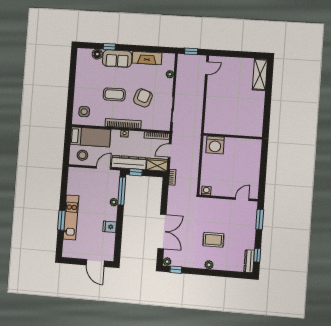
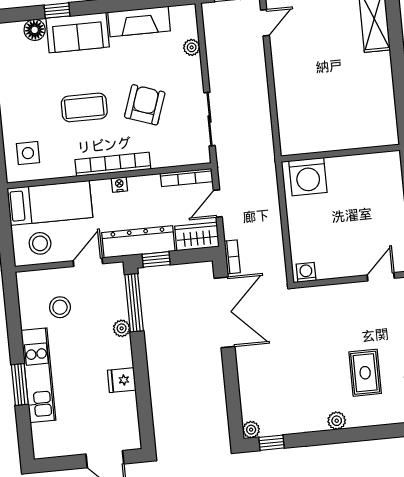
stool: (87, 187) -> (60, 307), added
double door: (162, 231) -> (225, 312), moved
rug: (213, 240) -> (365, 373), moved, turned 90

